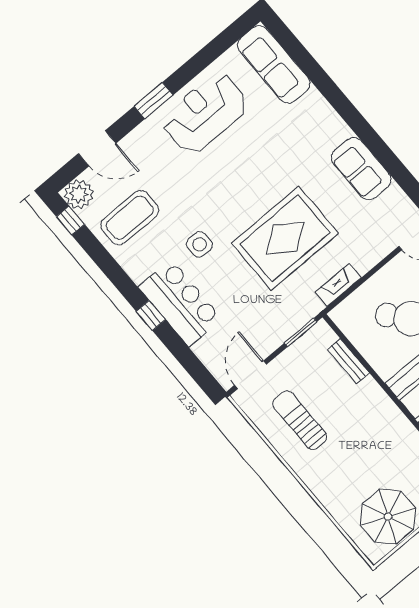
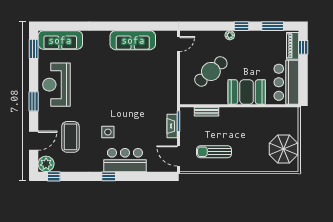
window: (229, 37) -> (34, 49), added
sofa: (361, 169) -> (133, 40), width x1.36
coffee table: (130, 218) -> (70, 137), moved
rug: (285, 238) -> (135, 95), removed
fireplace: (338, 285) -> (172, 126), moved
window: (151, 316) -> (109, 176), moved

